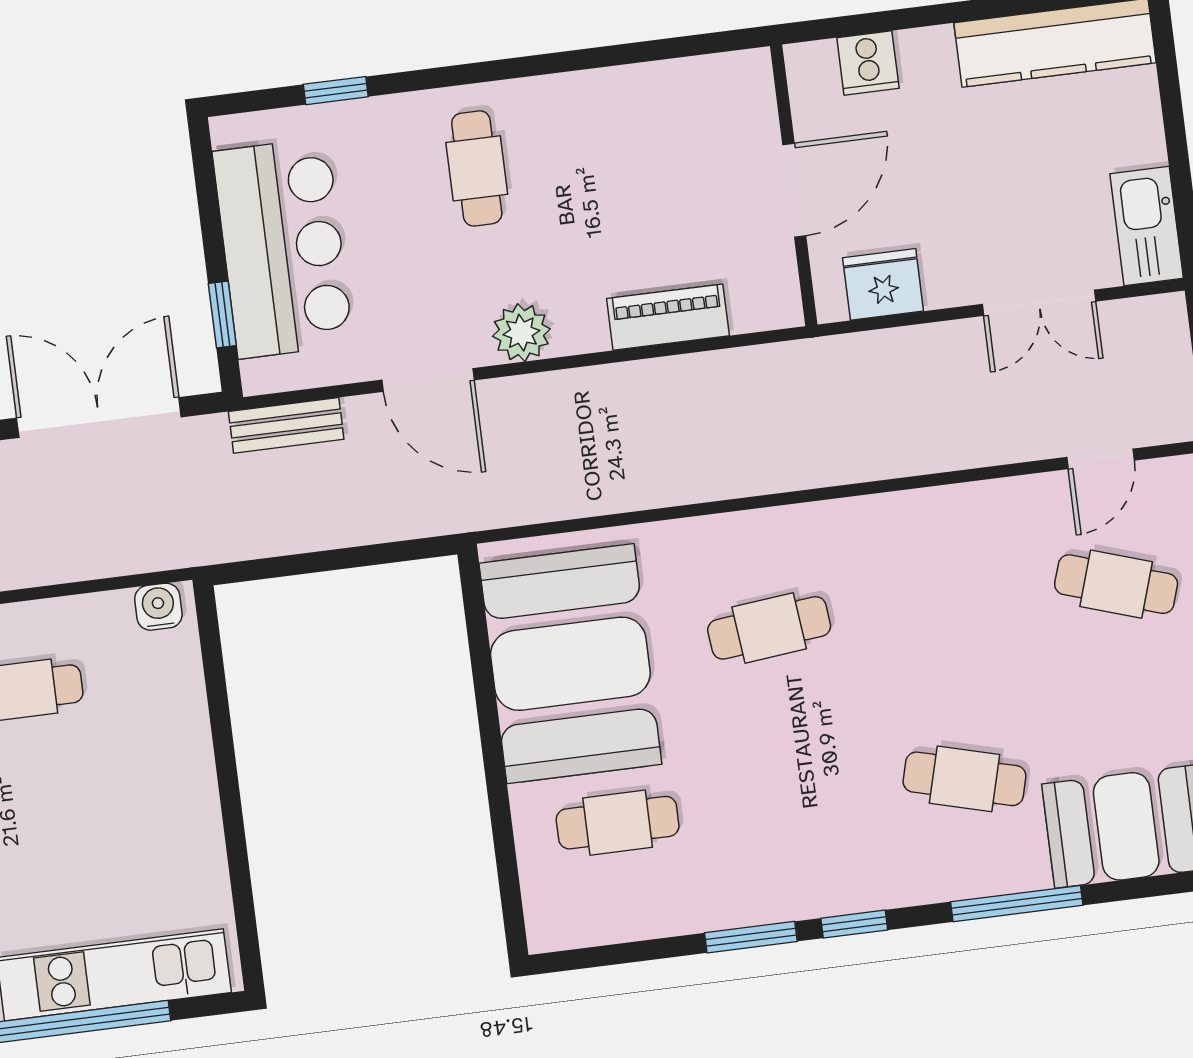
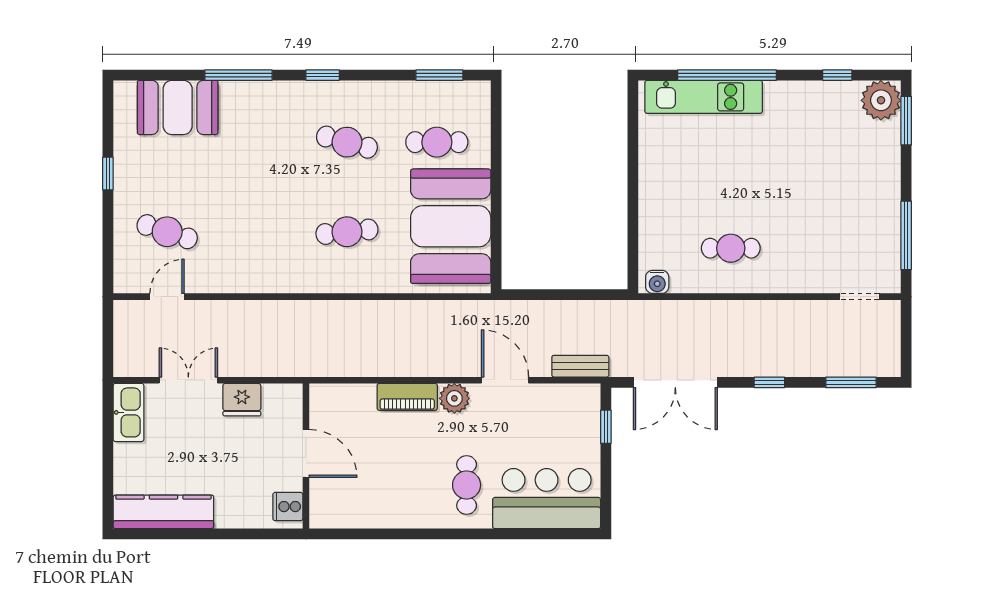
cooker: (868, 63) -> (288, 507), moved, turned -90
window: (336, 91) -> (533, 534), removed
door: (794, 190) -> (306, 453), swing flipped
bar counter: (283, 248) -> (547, 499), moved, turned 90
fridge: (883, 284) -> (242, 400), moved
piano: (668, 317) -> (407, 397), moved
cafe table: (964, 779) -> (347, 142), moved
window: (751, 937) -> (439, 75), moved

